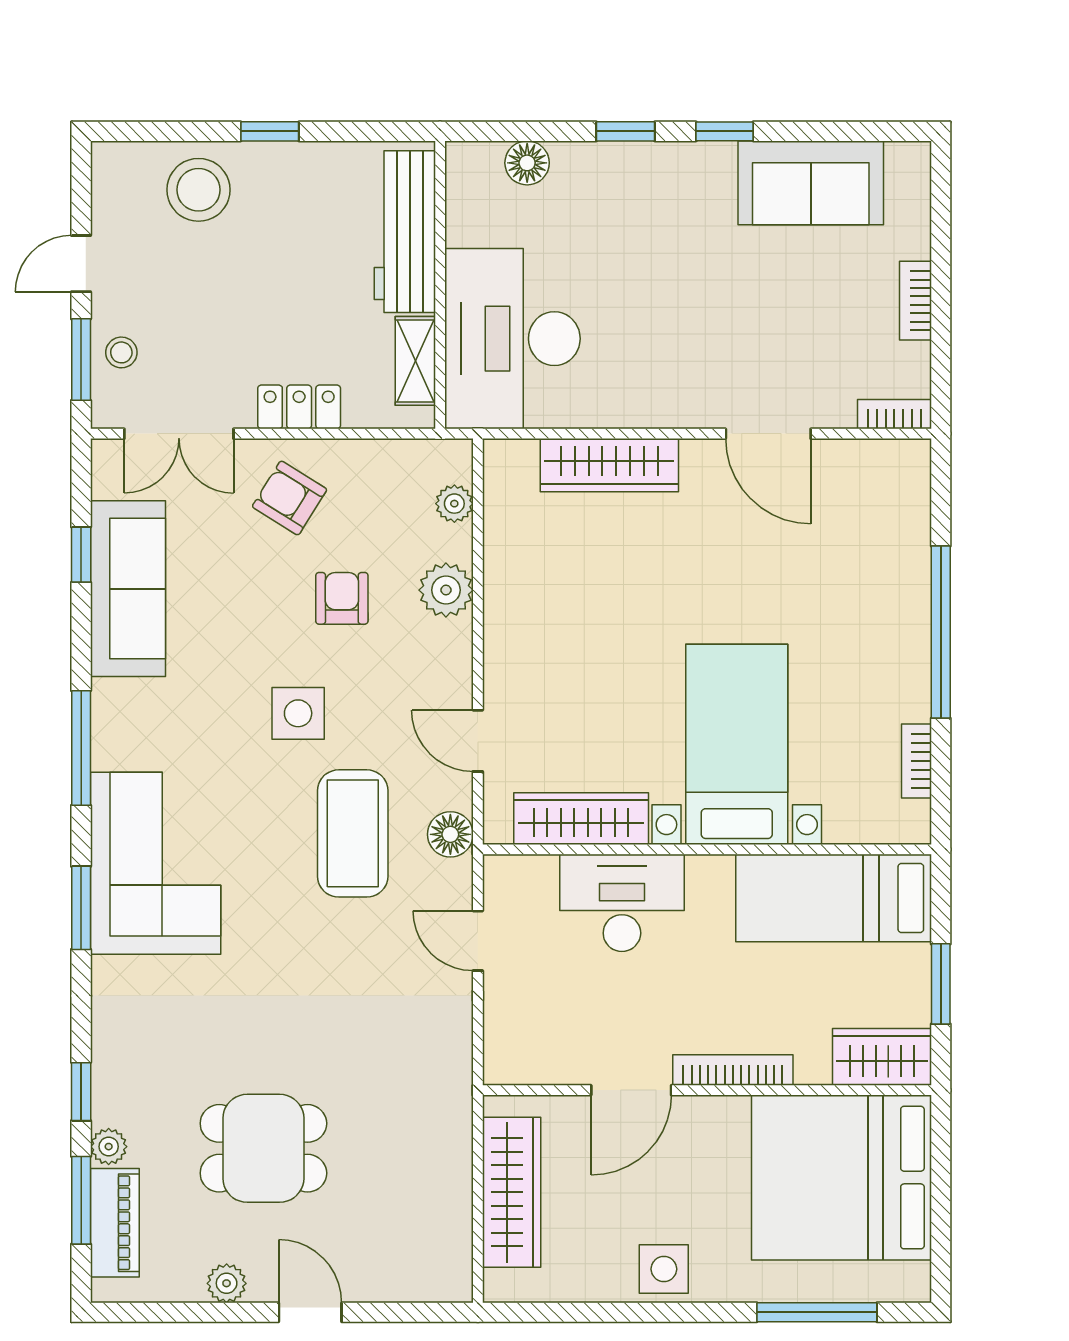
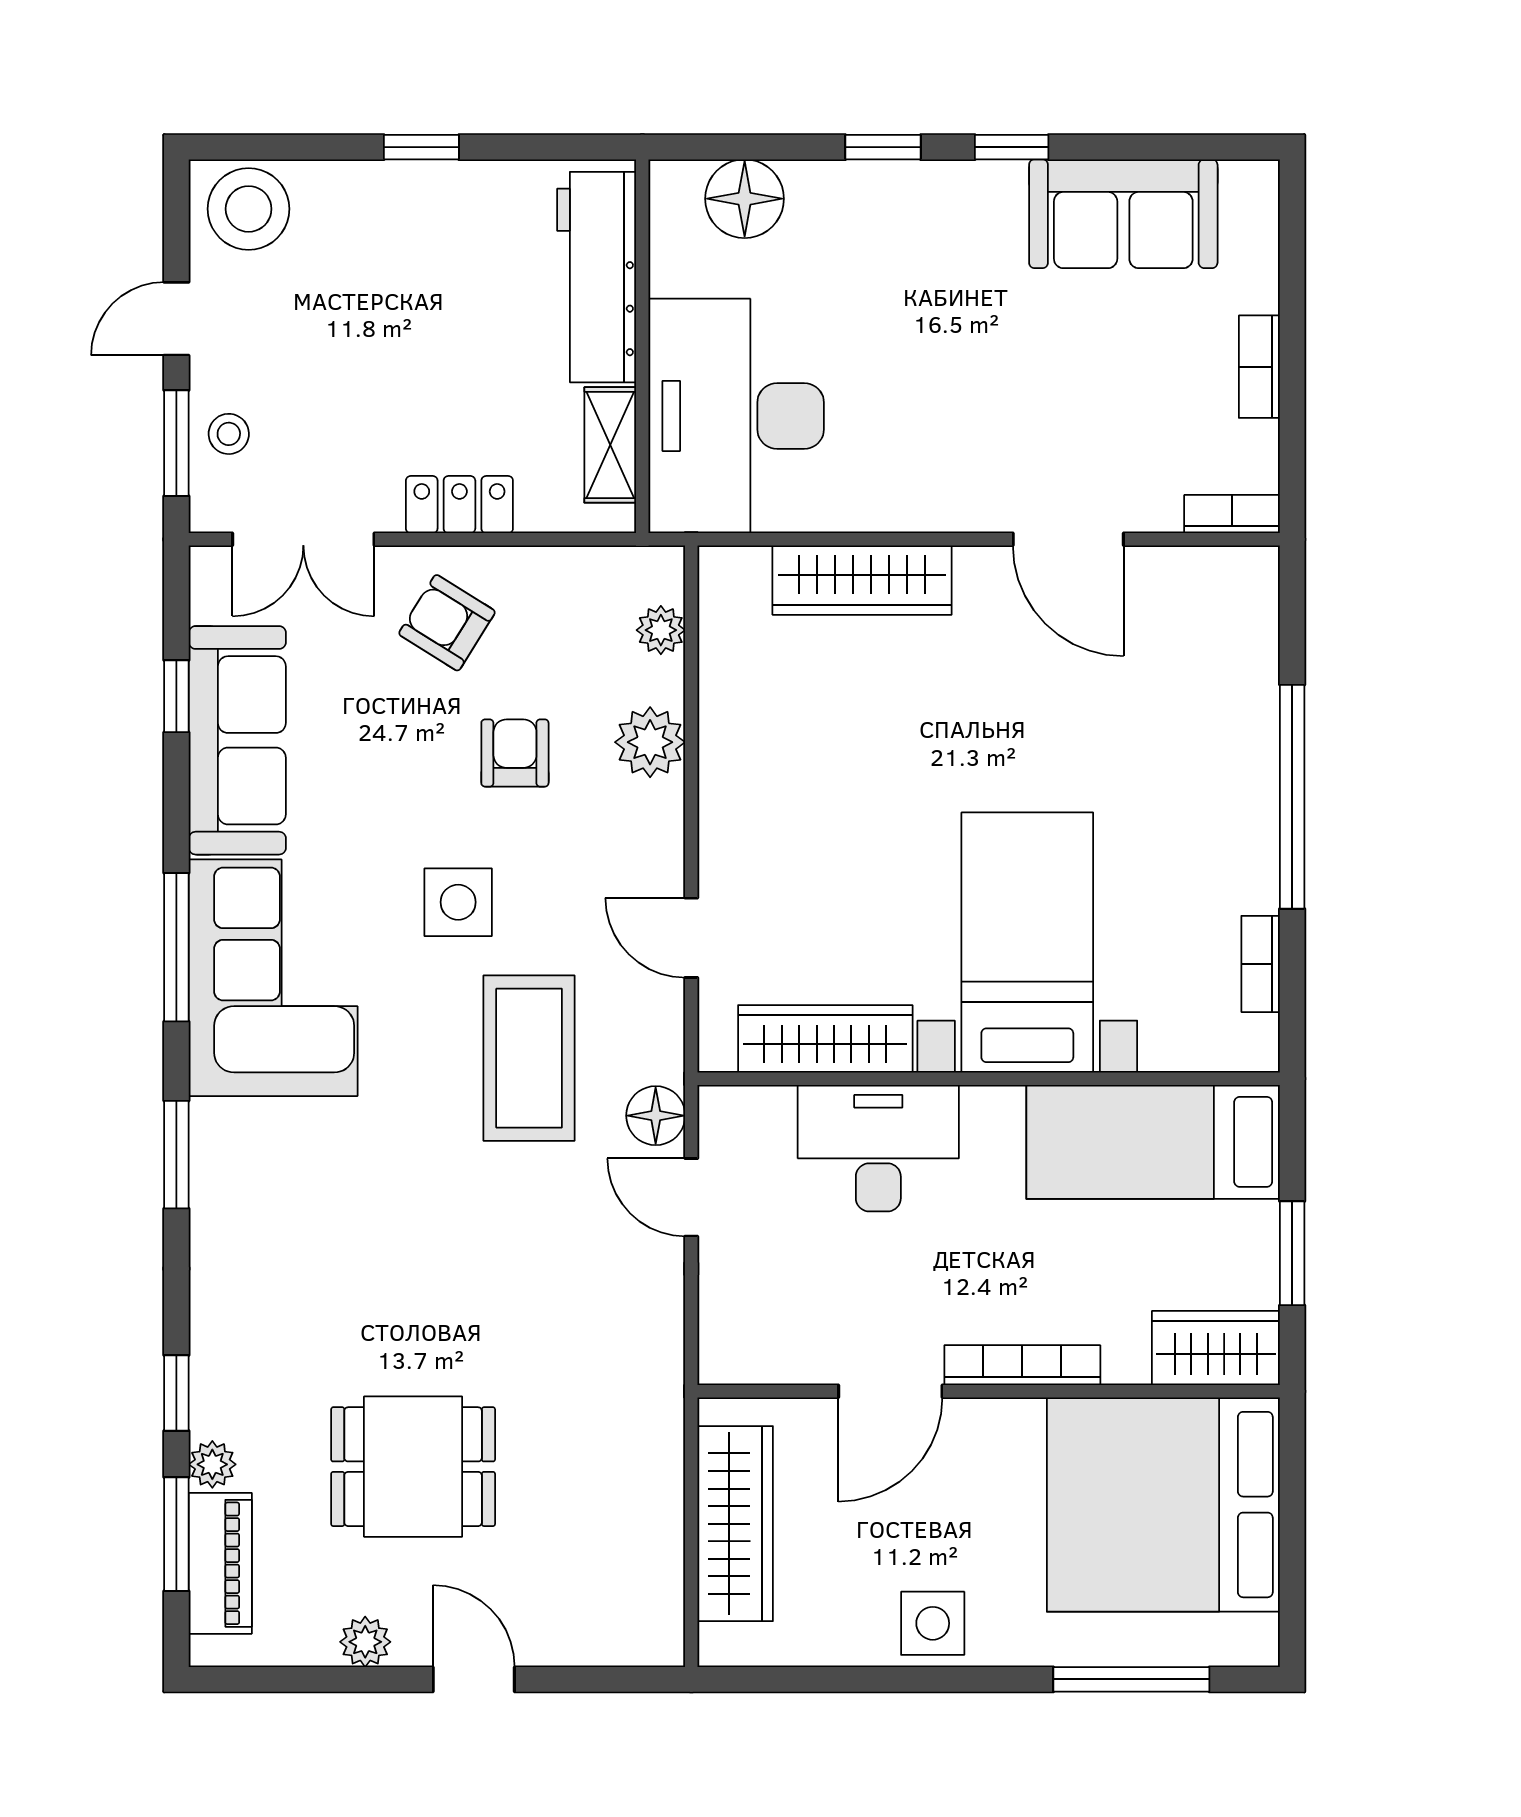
floor lamp: (527, 163) -> (745, 199), width x1.38, depth x1.38
stool: (198, 190) -> (249, 209), moved
floor lamp: (450, 834) -> (656, 1116), moved
corner sofa: (156, 863) -> (273, 978), moved

